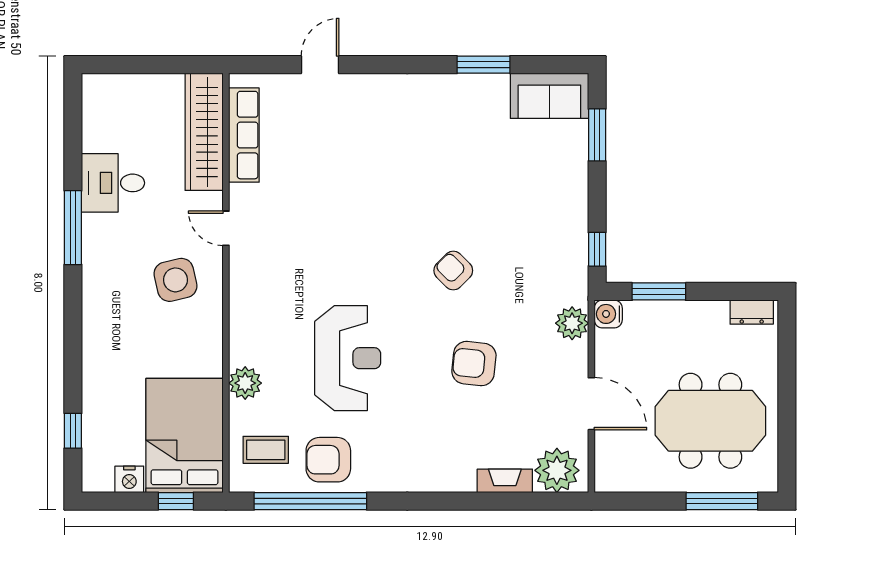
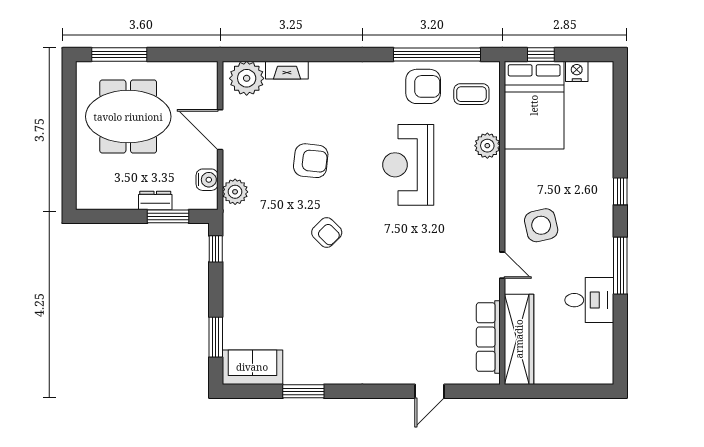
dresser: (752, 312) -> (155, 200), moved
water cooler: (608, 314) -> (207, 180), moved
window: (73, 431) -> (620, 191), moved

